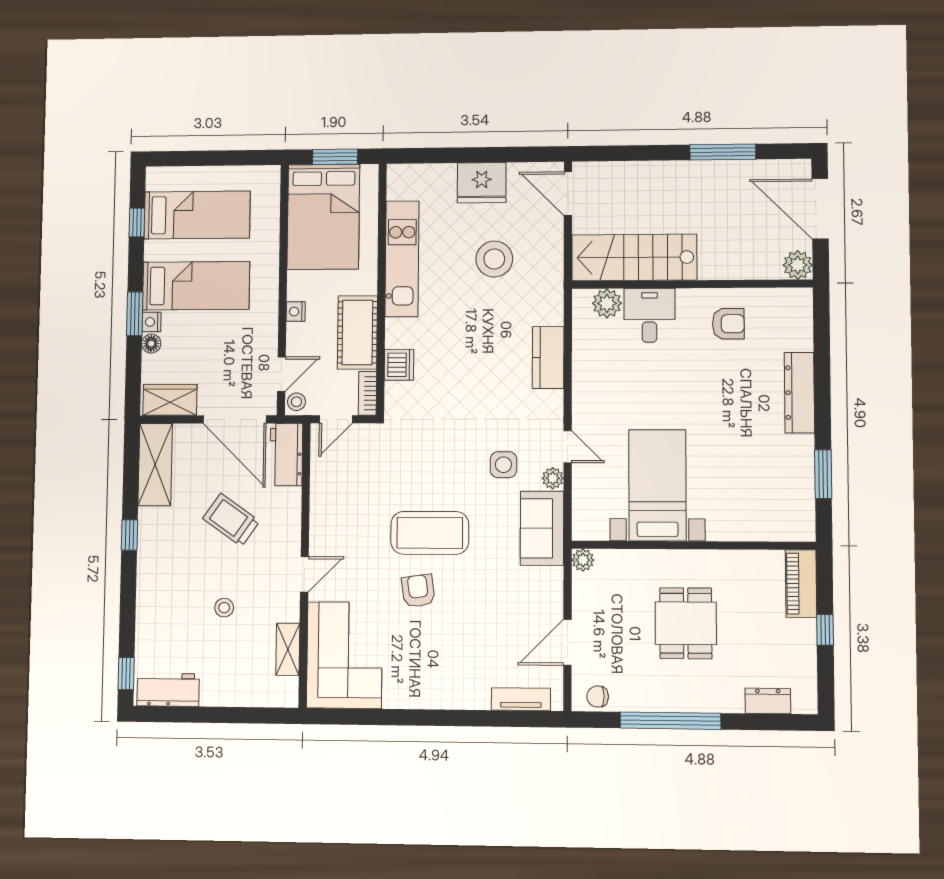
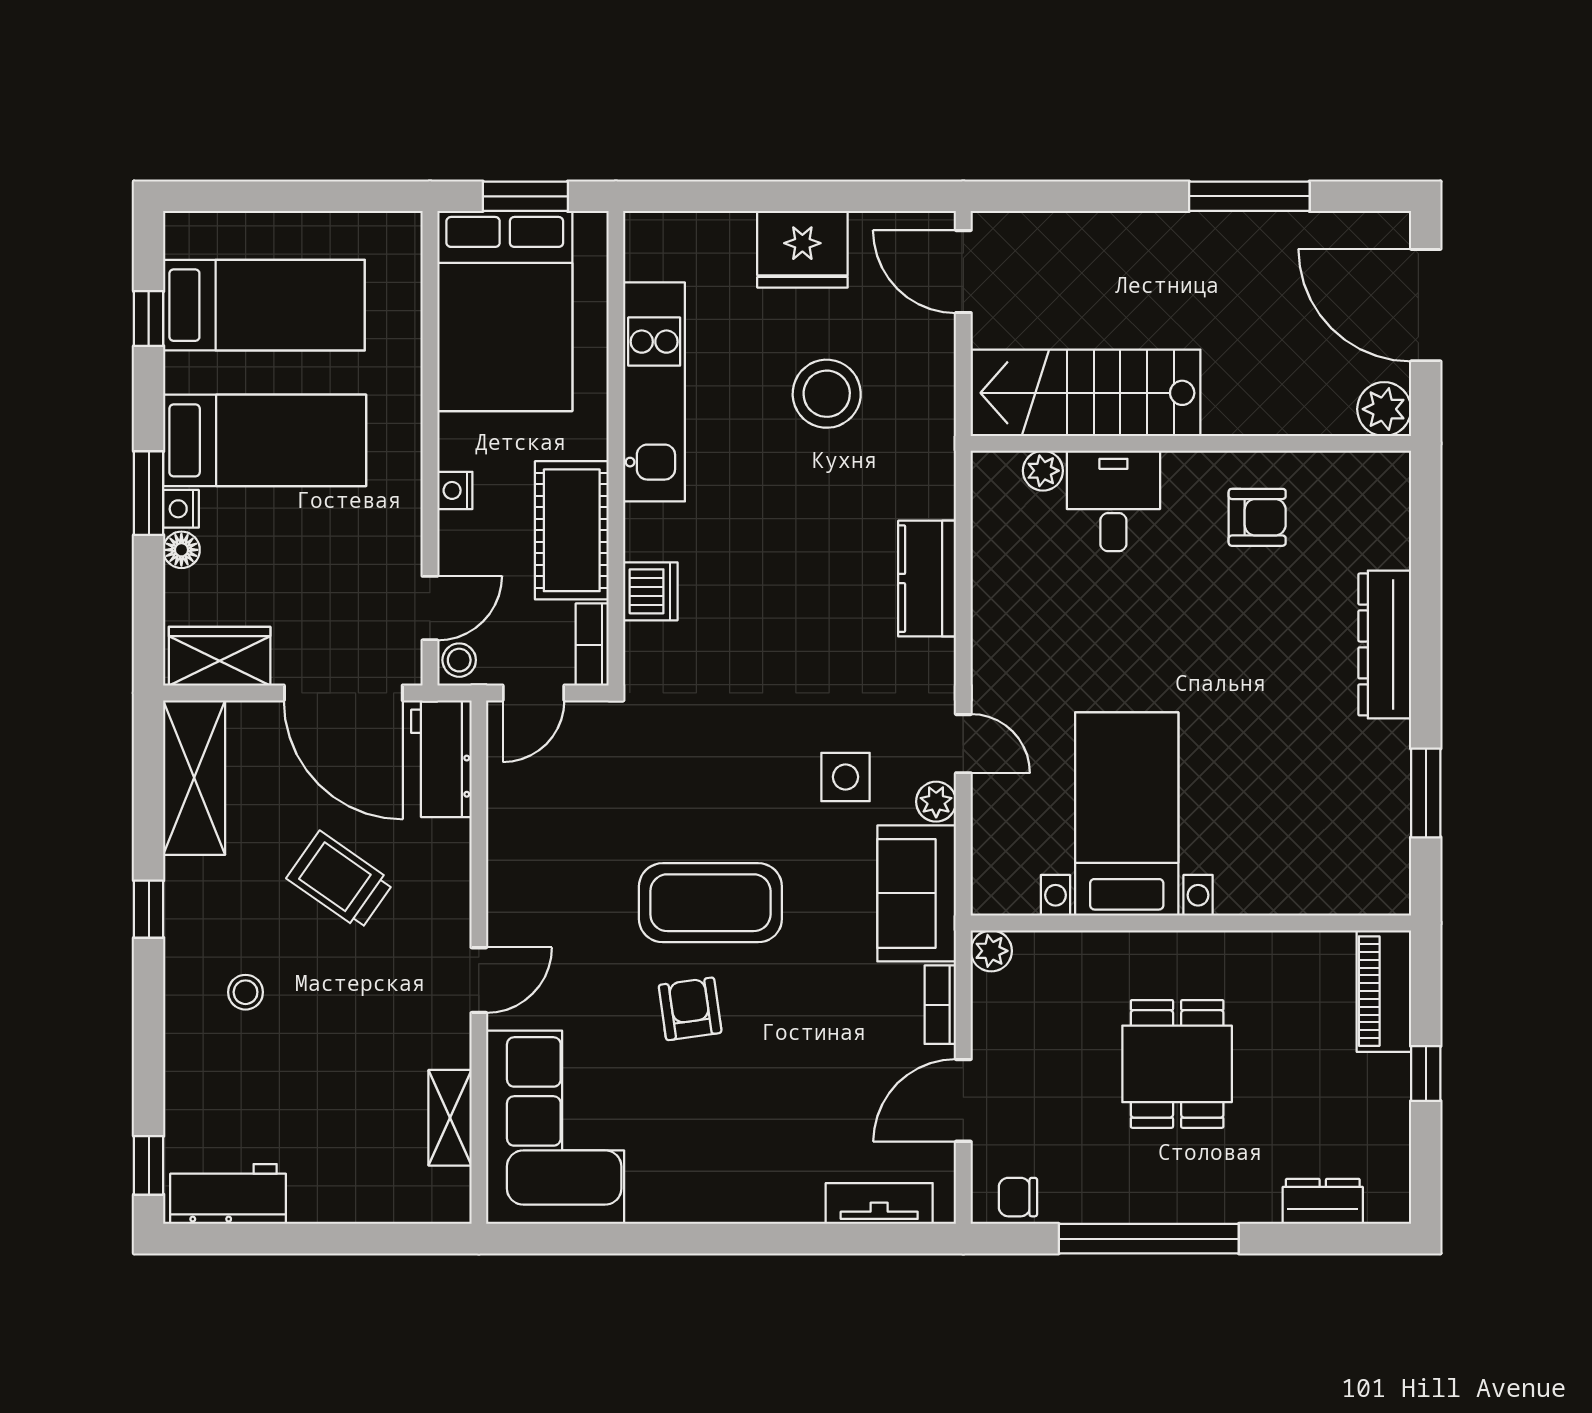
plant: (607, 303) -> (1043, 471), width x0.73, depth x0.73
bookcase: (555, 589) -> (940, 1005), added
stool: (224, 608) -> (246, 992), moved

